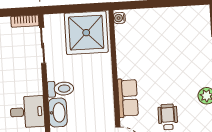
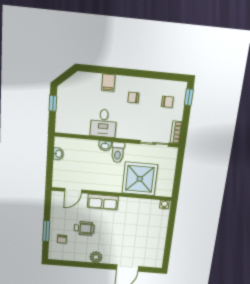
shower: (86, 33) -> (140, 179), moved
washbasin: (58, 112) -> (105, 146), width x0.52, depth x0.69

